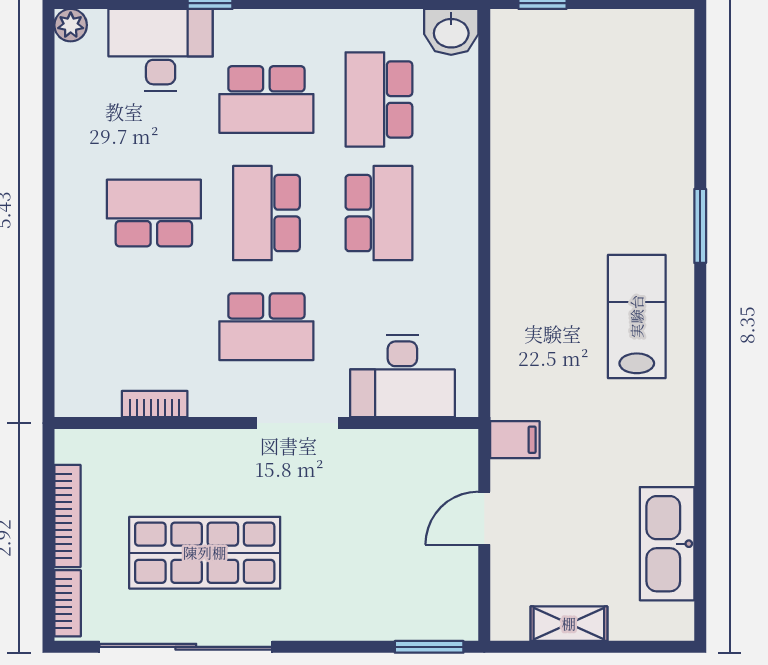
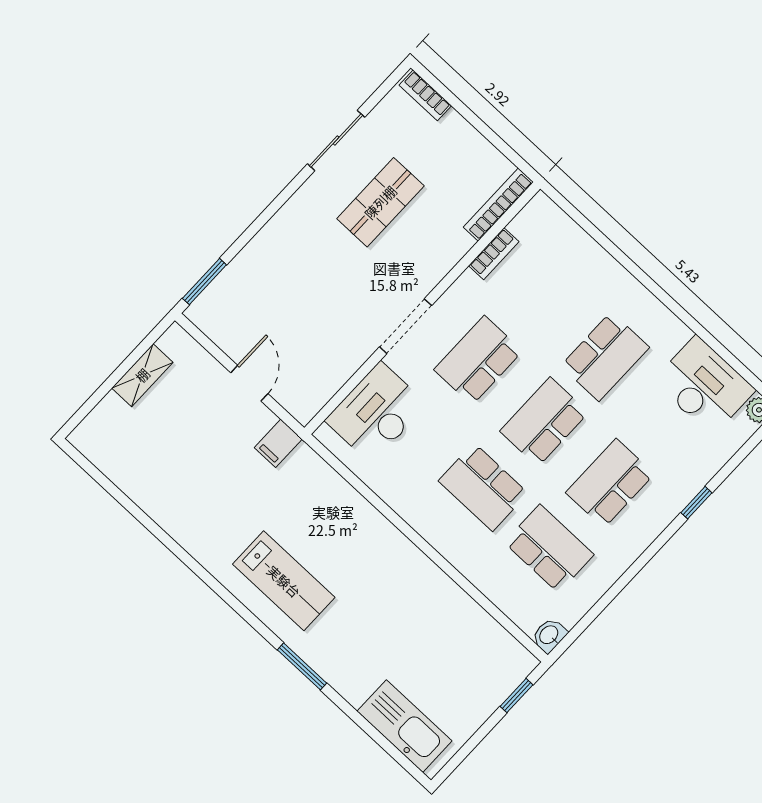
washbasin: (451, 32) -> (549, 635), width x0.72, depth x0.69
desk: (161, 50) -> (704, 386), moved, turned -90
school desk: (266, 213) -> (544, 422), turned -90
bookcase: (67, 516) -> (498, 205), moved, turned 90
kitchen sink: (667, 544) -> (404, 726), moved
shop shelf: (205, 553) -> (380, 202), width x0.70, depth x0.74
sliding door: (186, 647) -> (336, 140), width x0.54

